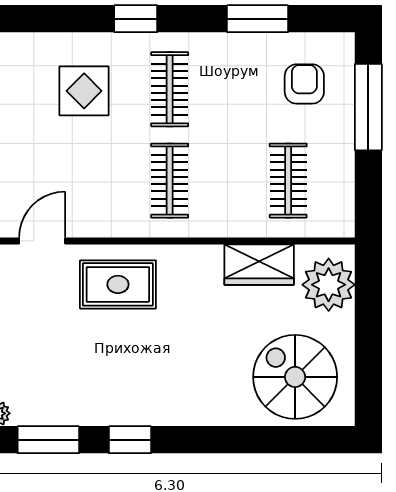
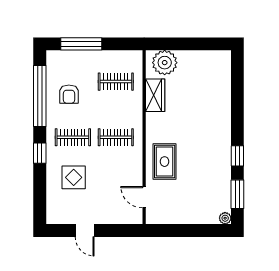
window: (257, 19) -> (40, 96), width x2.11
armchair: (304, 84) -> (69, 94), moved, turned -90
spiral stairs: (295, 377) -> (208, 78), removed

